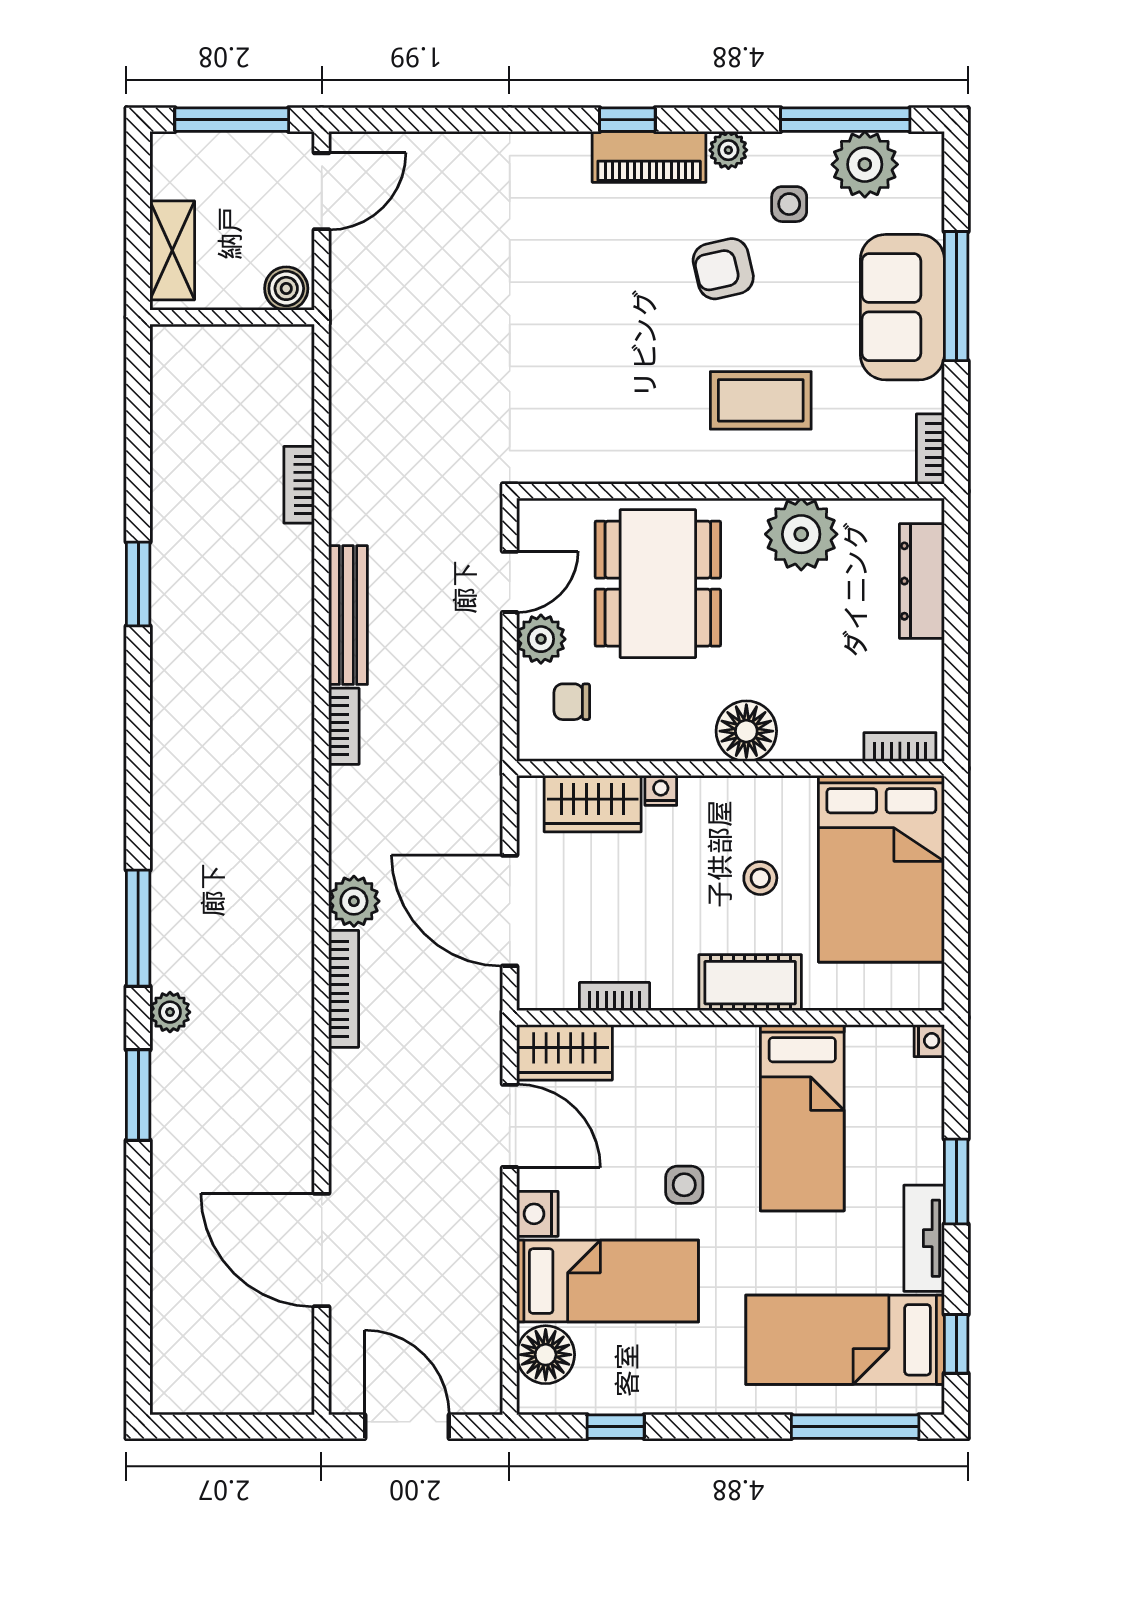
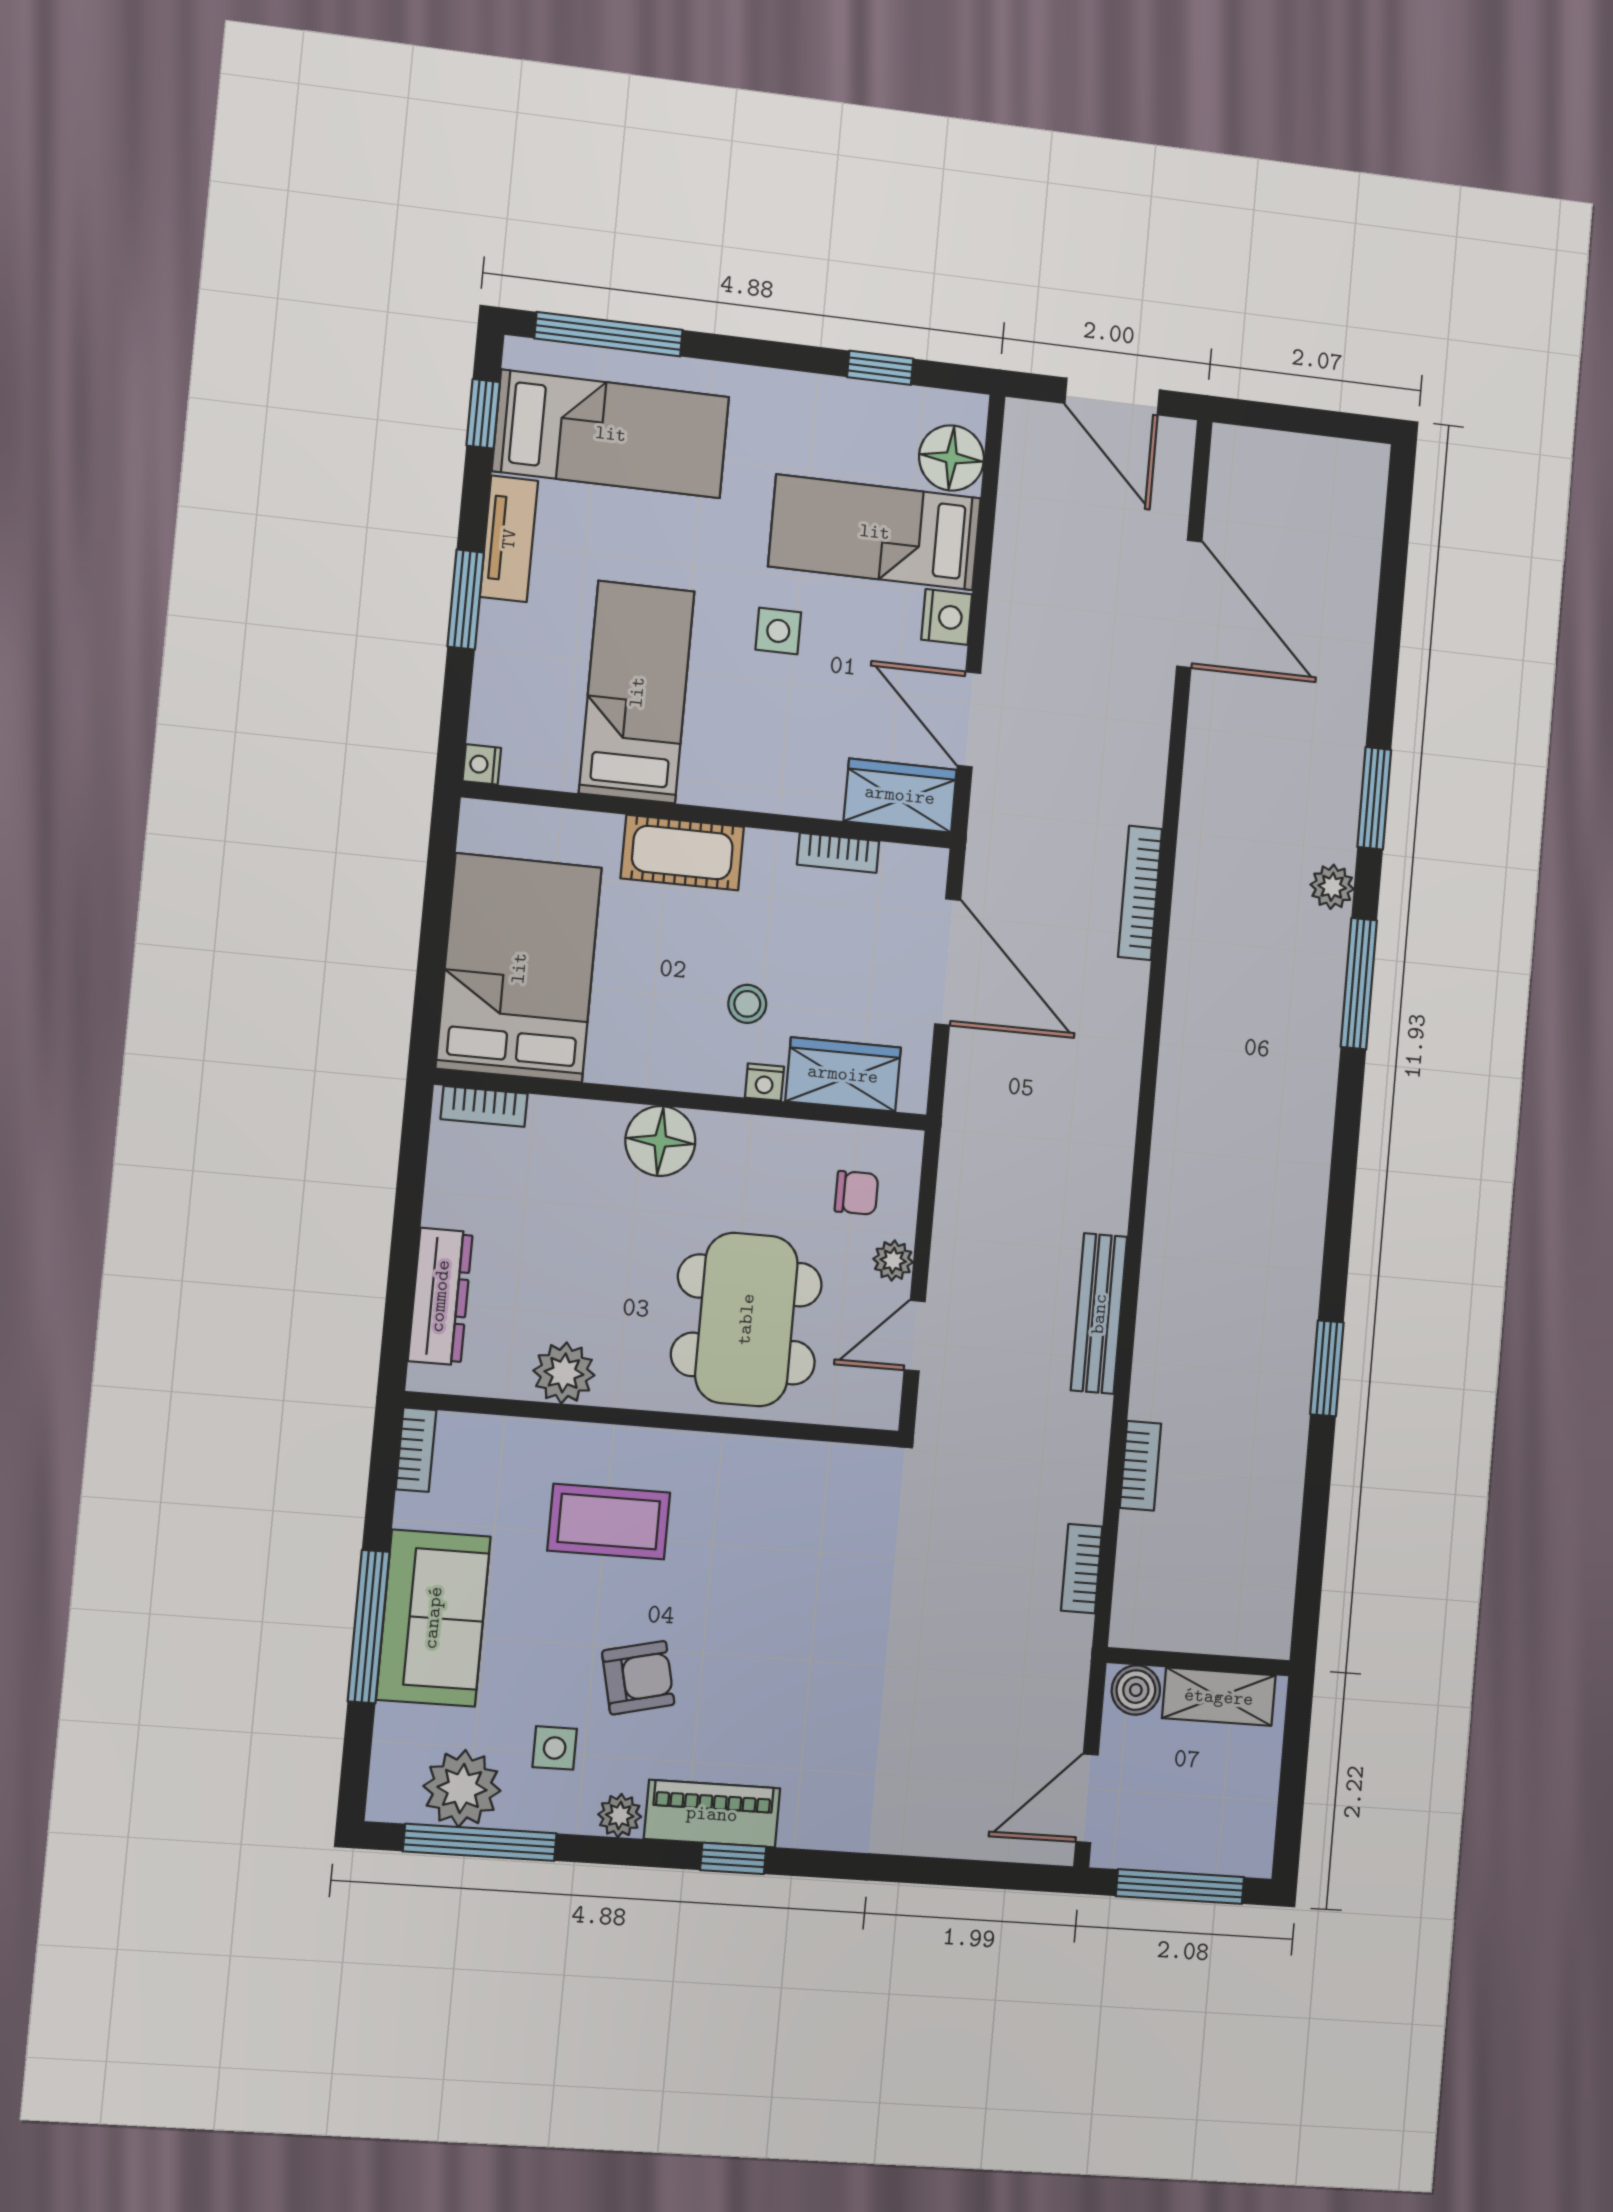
shelving: (172, 250) -> (1219, 1697), moved, turned 90
plant: (801, 534) -> (564, 1373), width x0.73, depth x0.73
plant: (541, 639) -> (893, 1261), width x0.73, depth x0.73
bookcase: (344, 726) -> (1082, 1569), moved
stool: (760, 878) -> (747, 1004), moved
plant: (354, 901) -> (1120, 990), removed

